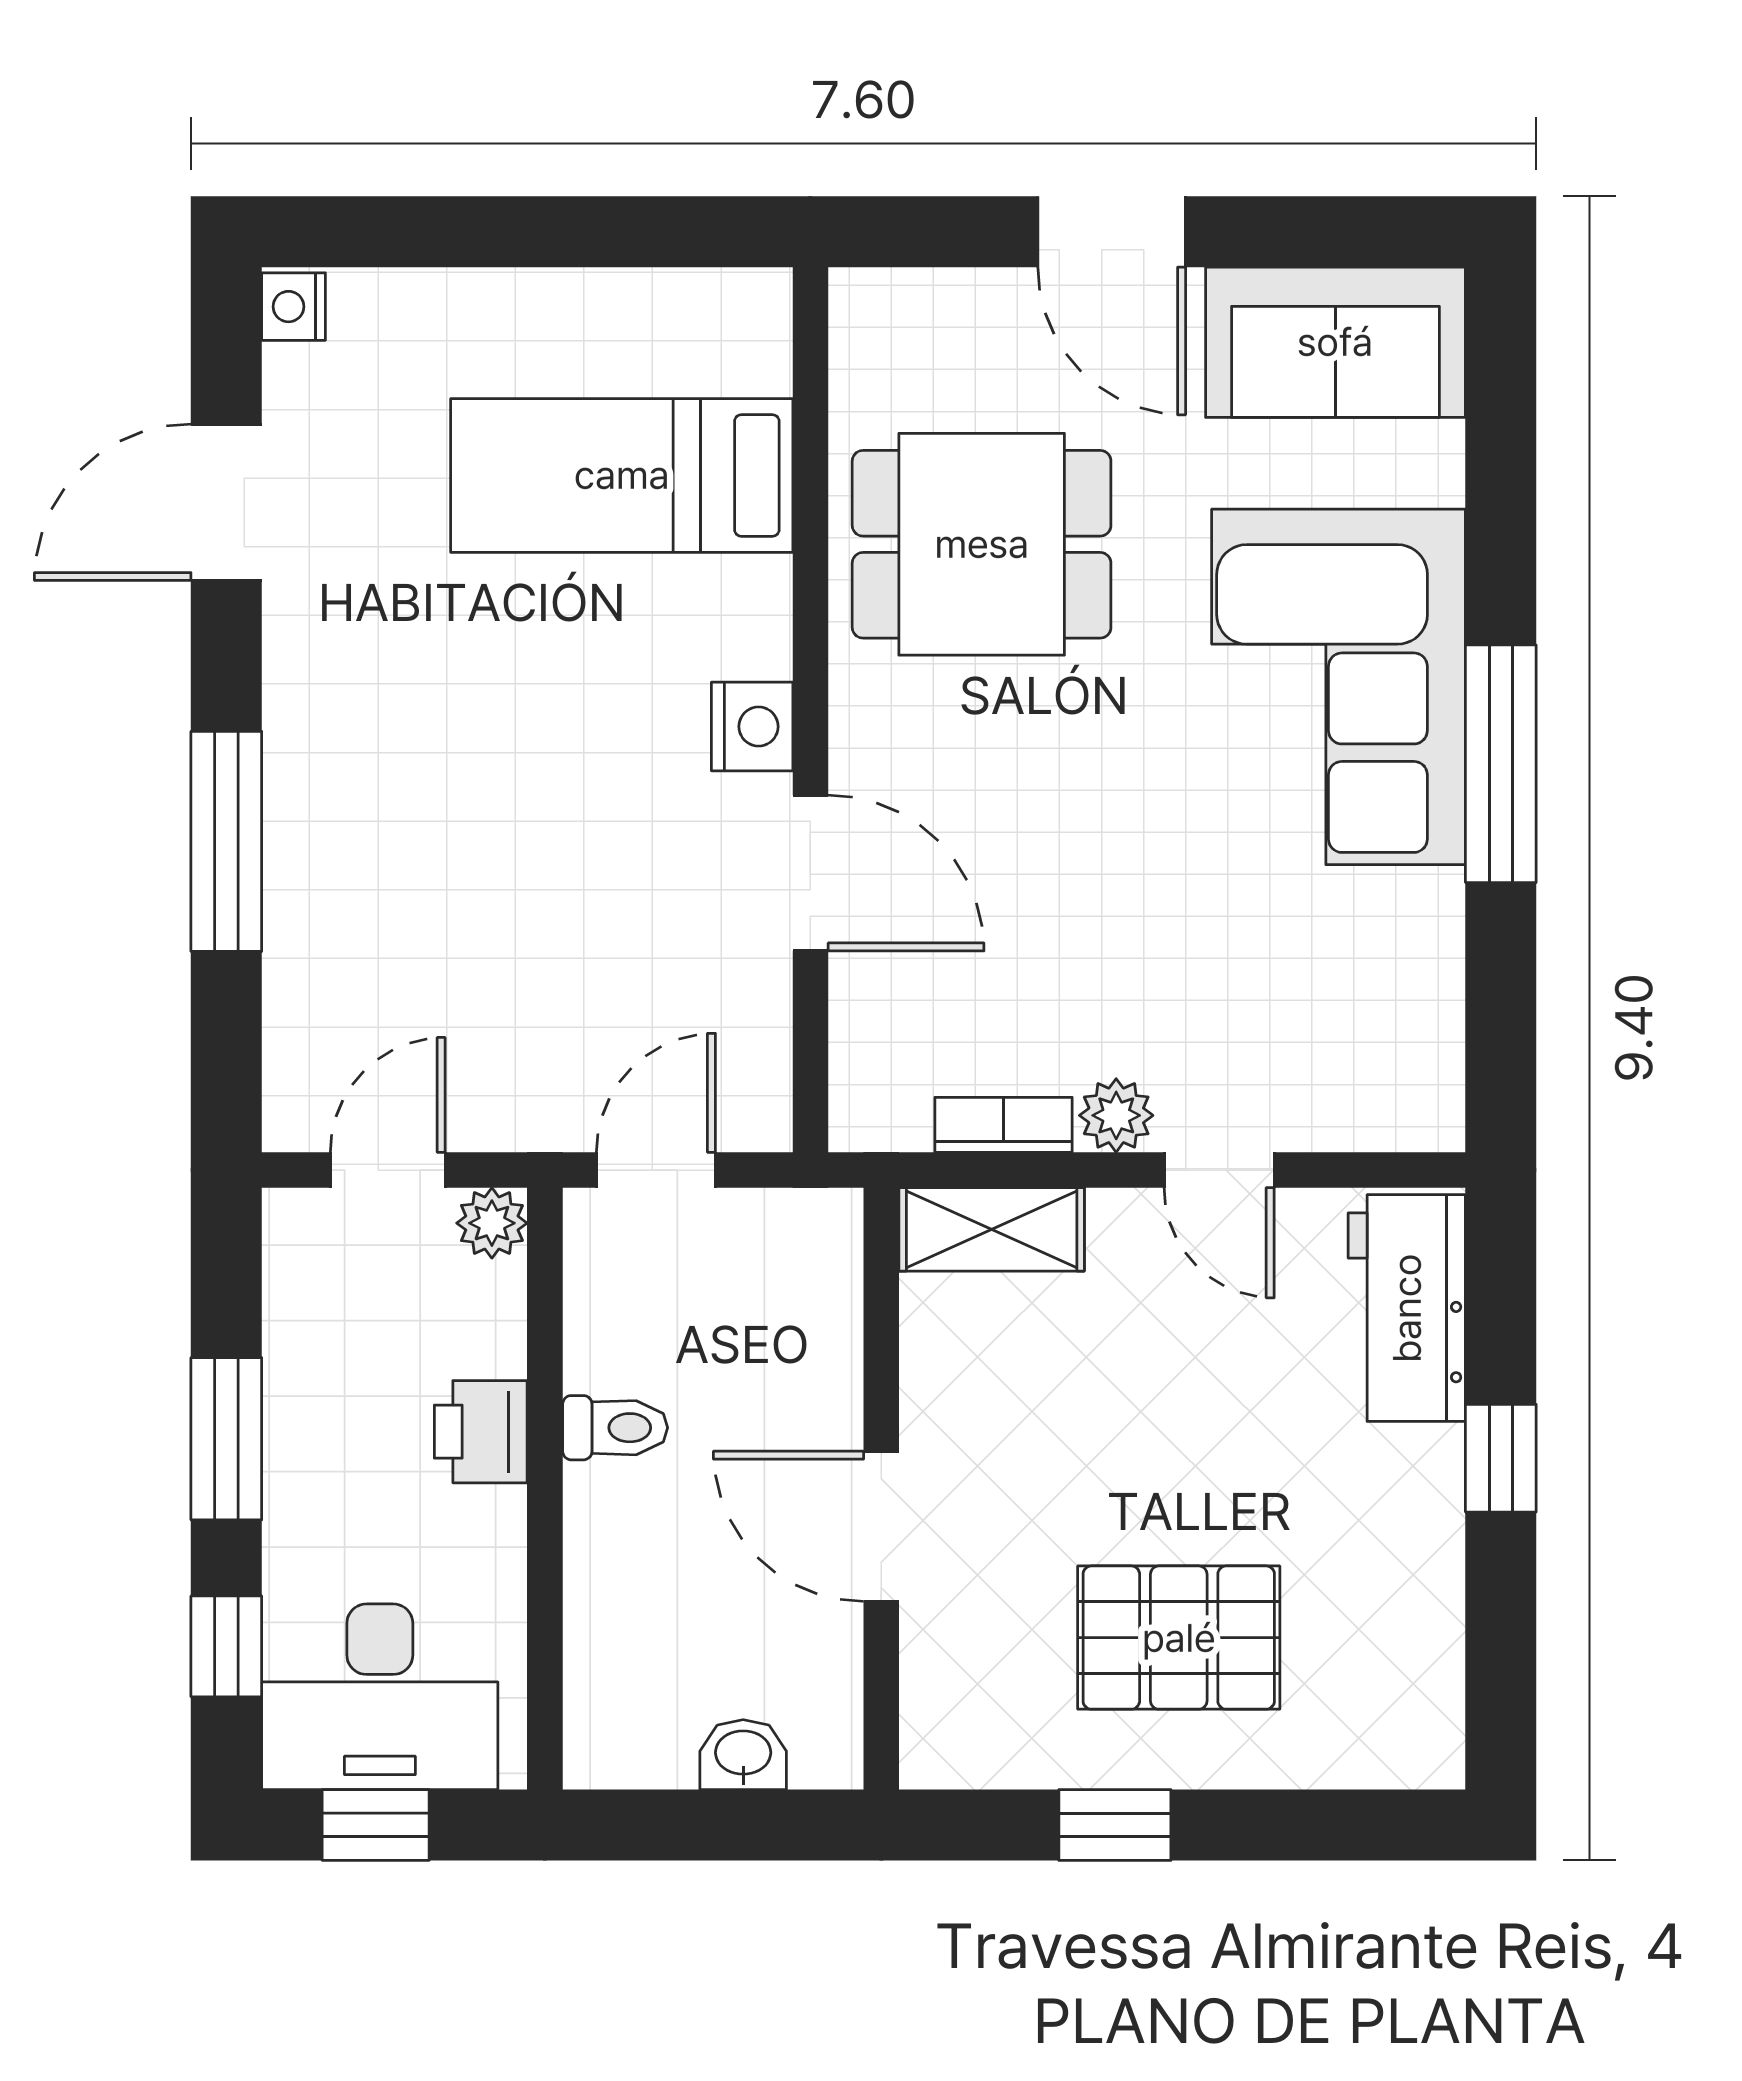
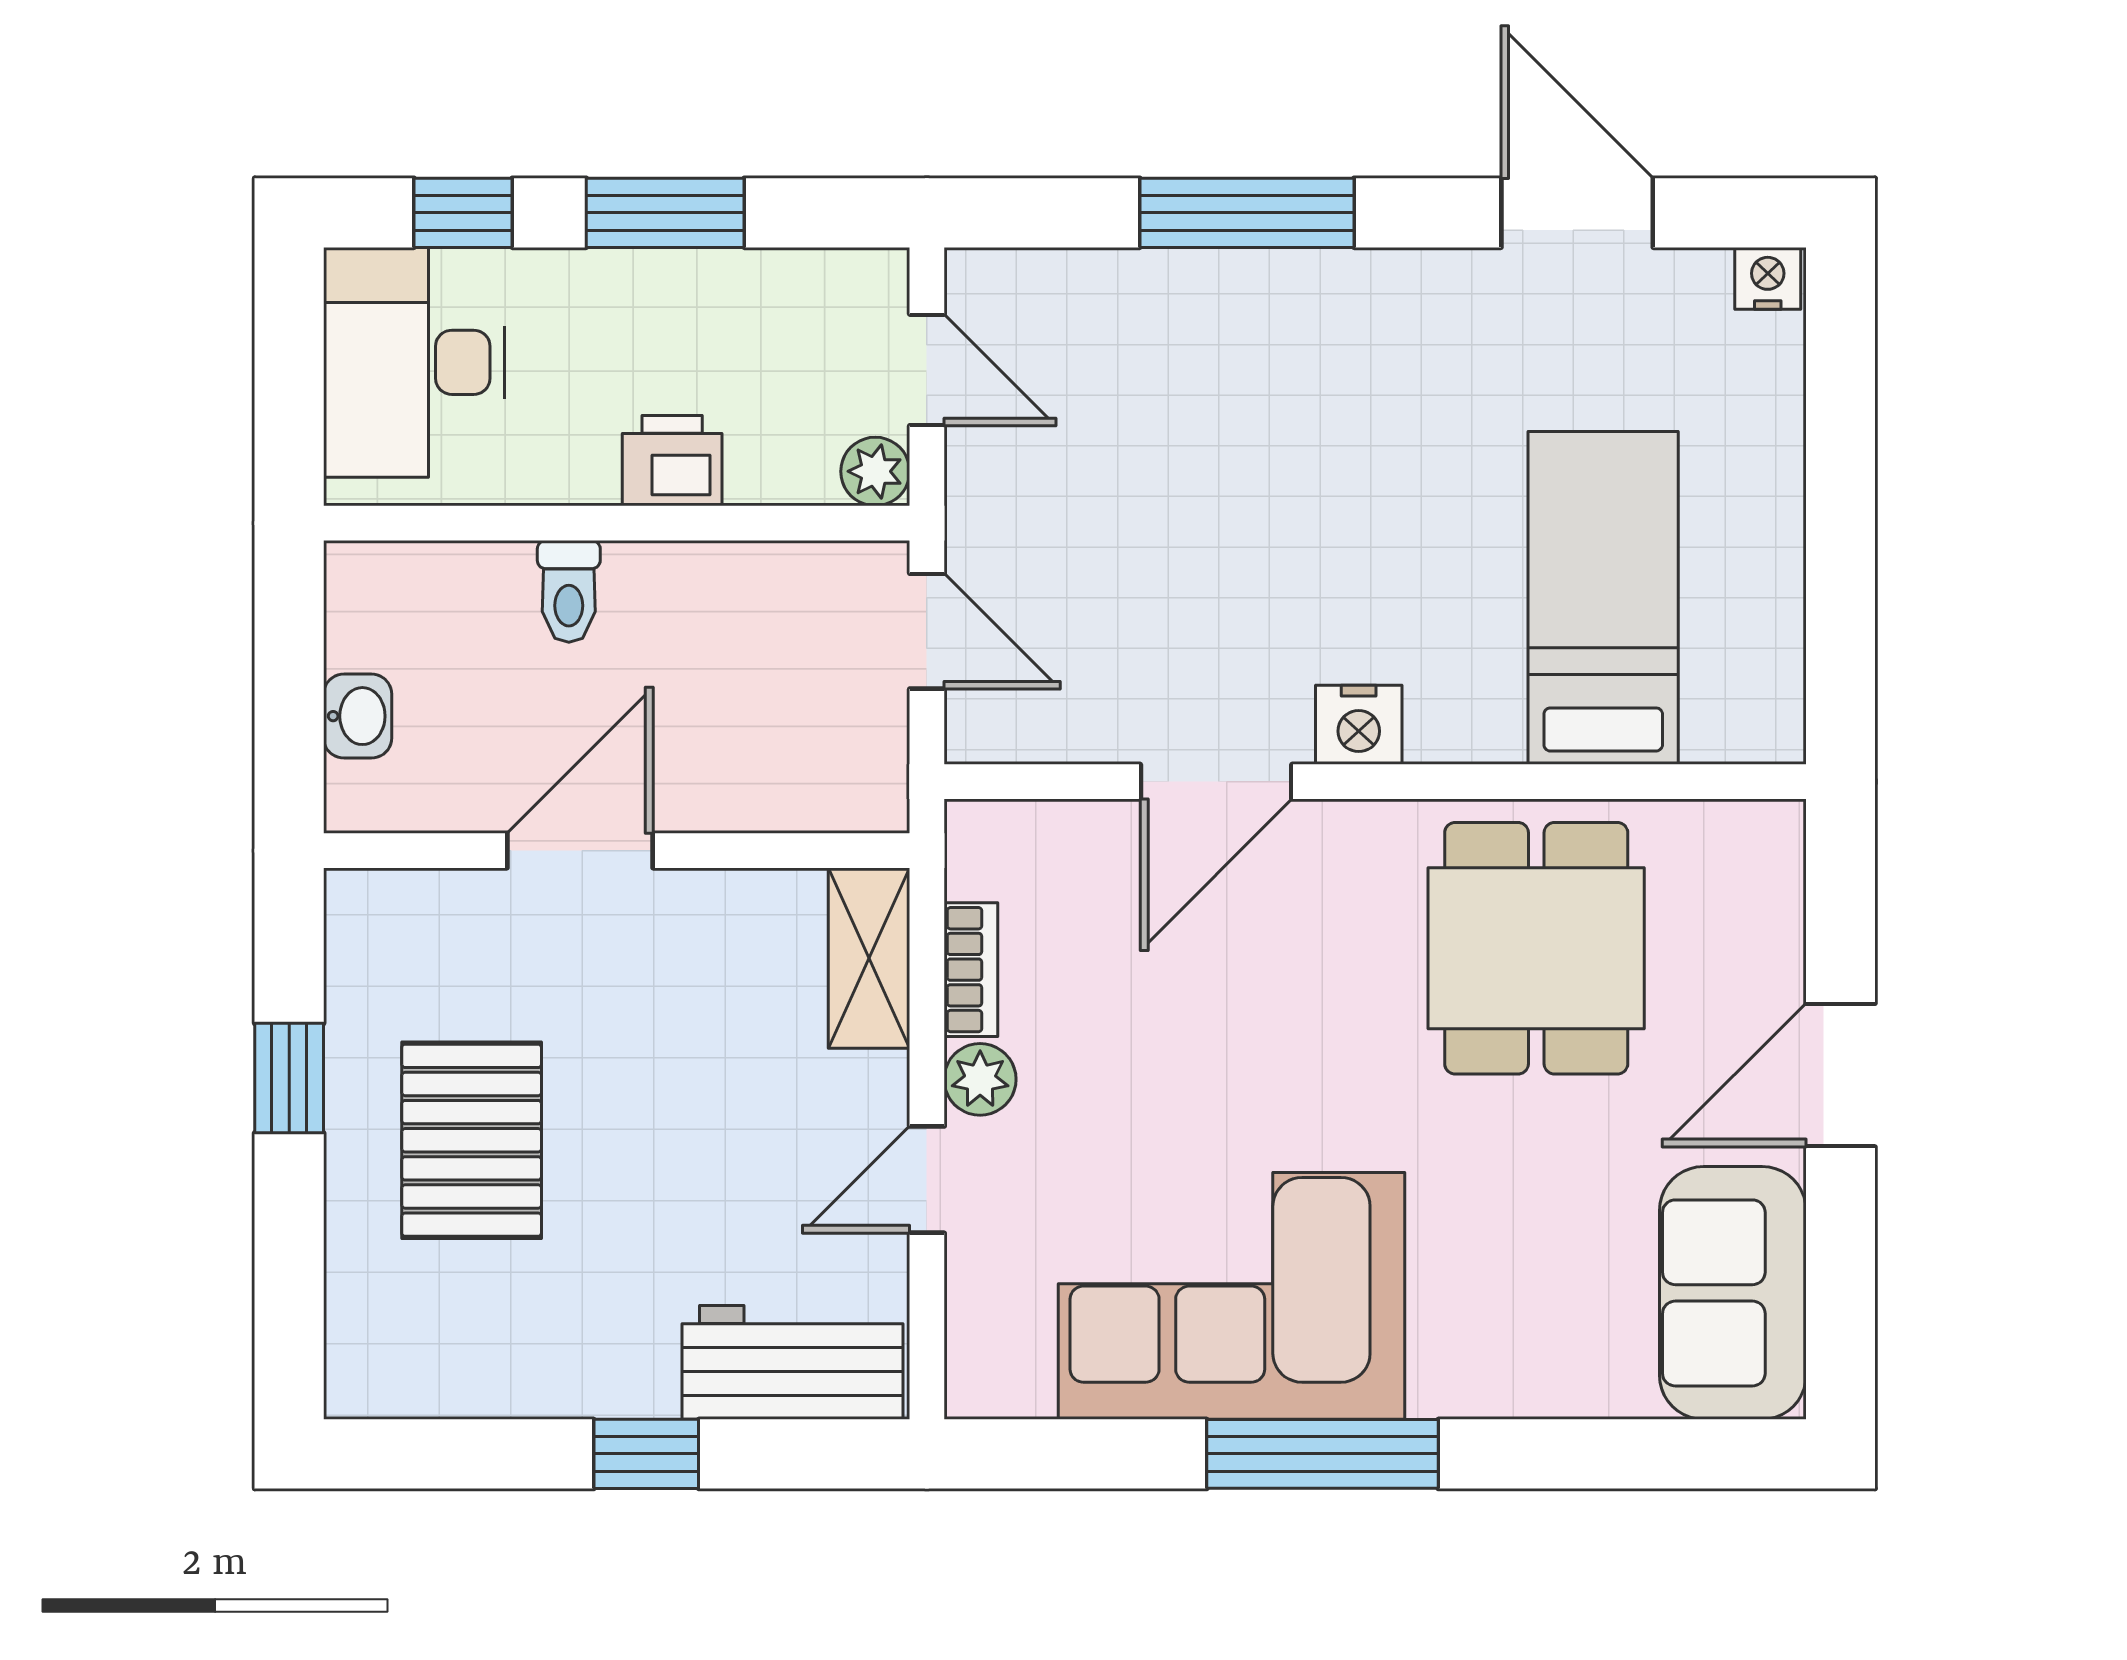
corner sofa: (1339, 687) -> (1231, 1296), moved
toilet: (615, 1428) -> (569, 591), moved
window: (376, 1825) -> (289, 358), removed

